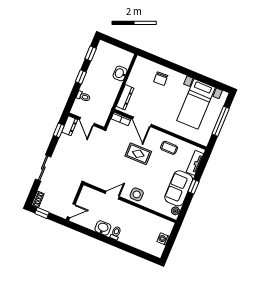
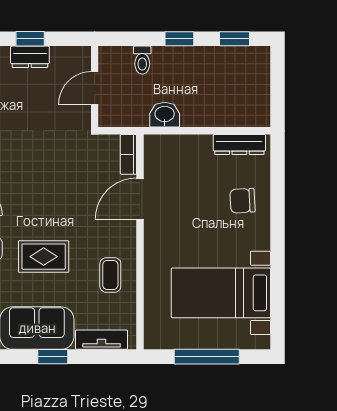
washbasin: (120, 73) -> (165, 115), moved
dresser: (125, 97) -> (239, 145), moved
dresser: (70, 126) -> (30, 57), moved
window: (59, 130) -> (30, 39), moved
rug: (138, 154) -> (44, 257), moved, turned 90

